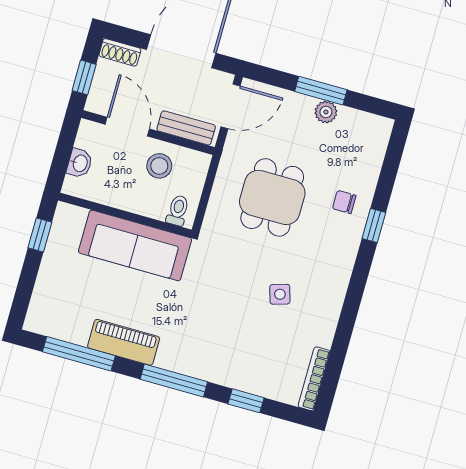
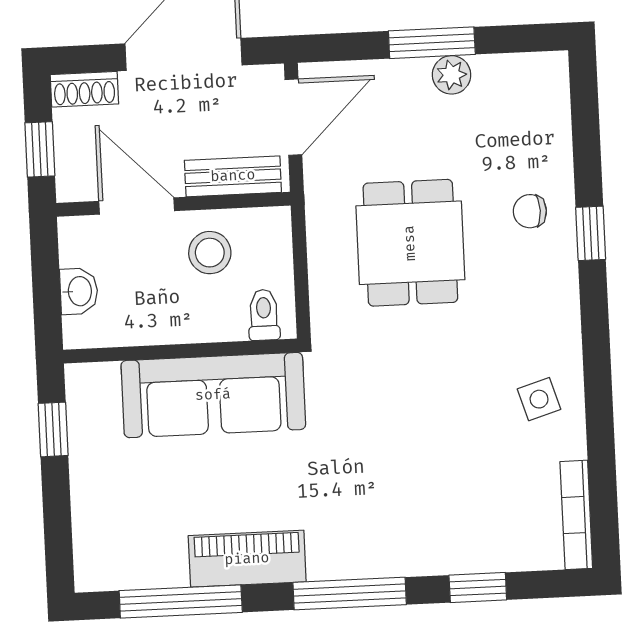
side table: (280, 294) -> (539, 399), moved

